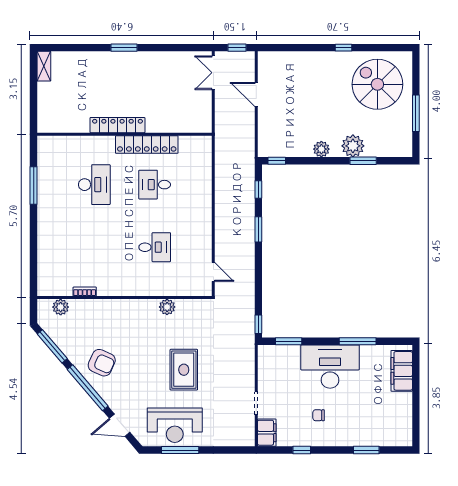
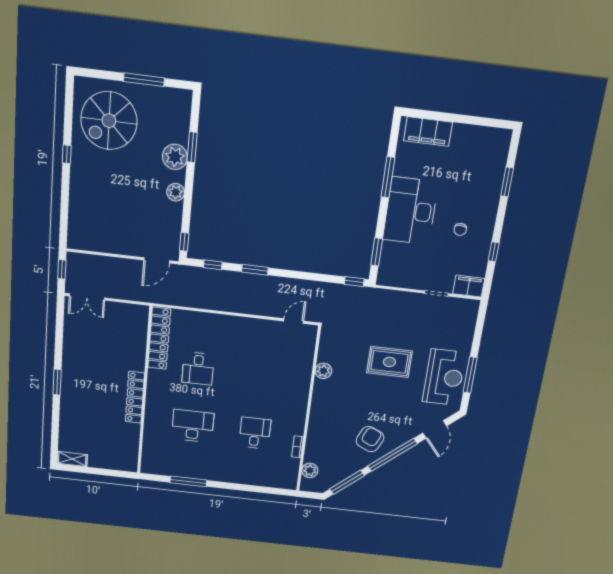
door: (256, 95) -> (157, 260), moved
locker: (147, 145) -> (159, 338), moved
desk: (155, 247) -> (255, 433), moved

